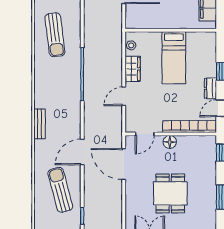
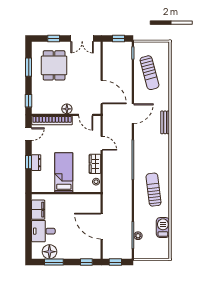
dresser: (210, 88) -> (36, 163), moved
door: (124, 96) -> (102, 143), hinge flipped
door: (145, 134) -> (86, 115), swing flipped
door: (82, 152) -> (133, 114), moved
dining table: (170, 193) -> (54, 65), moved

